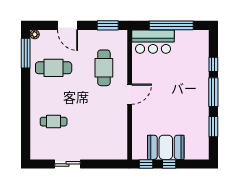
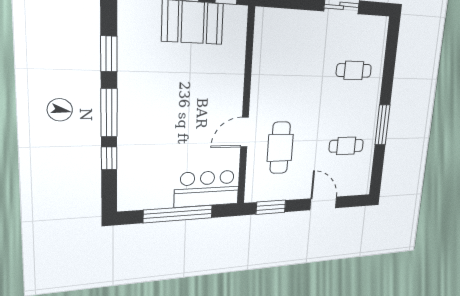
plant: (35, 34) -> (365, 189), removed
window: (26, 53) -> (382, 125), moved
cafe table: (54, 68) -> (346, 146), width x0.73, depth x0.74
door: (130, 94) -> (245, 132), moved

